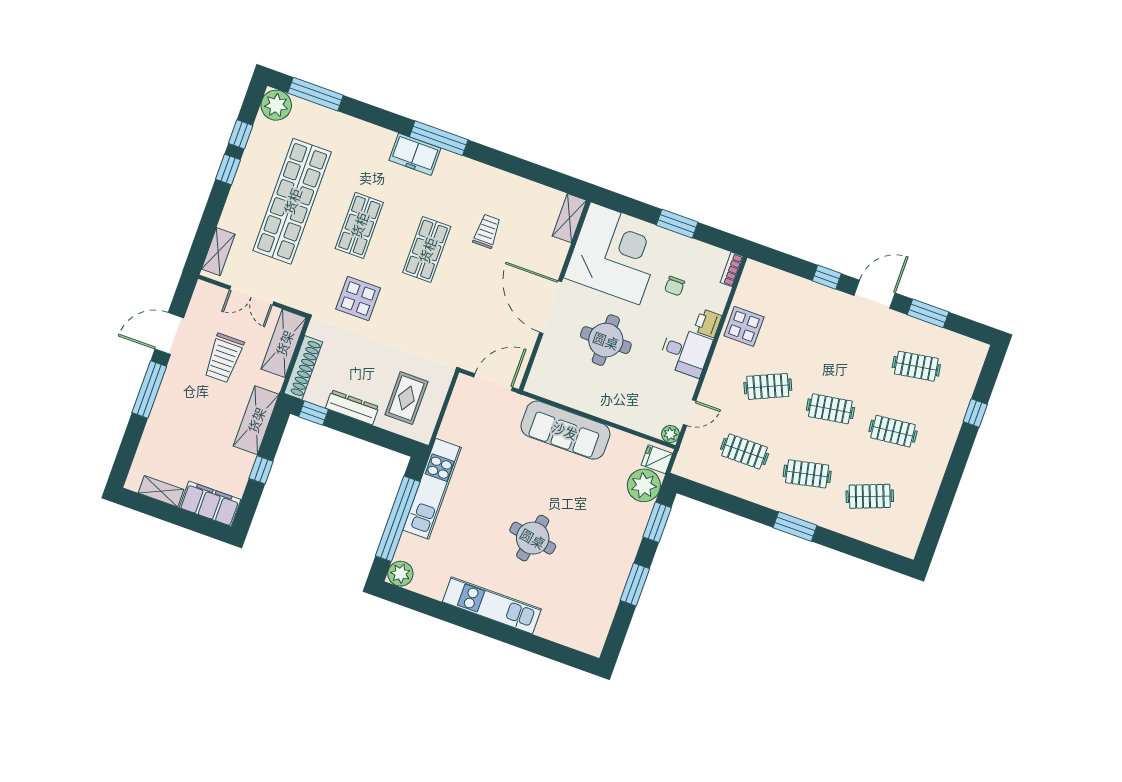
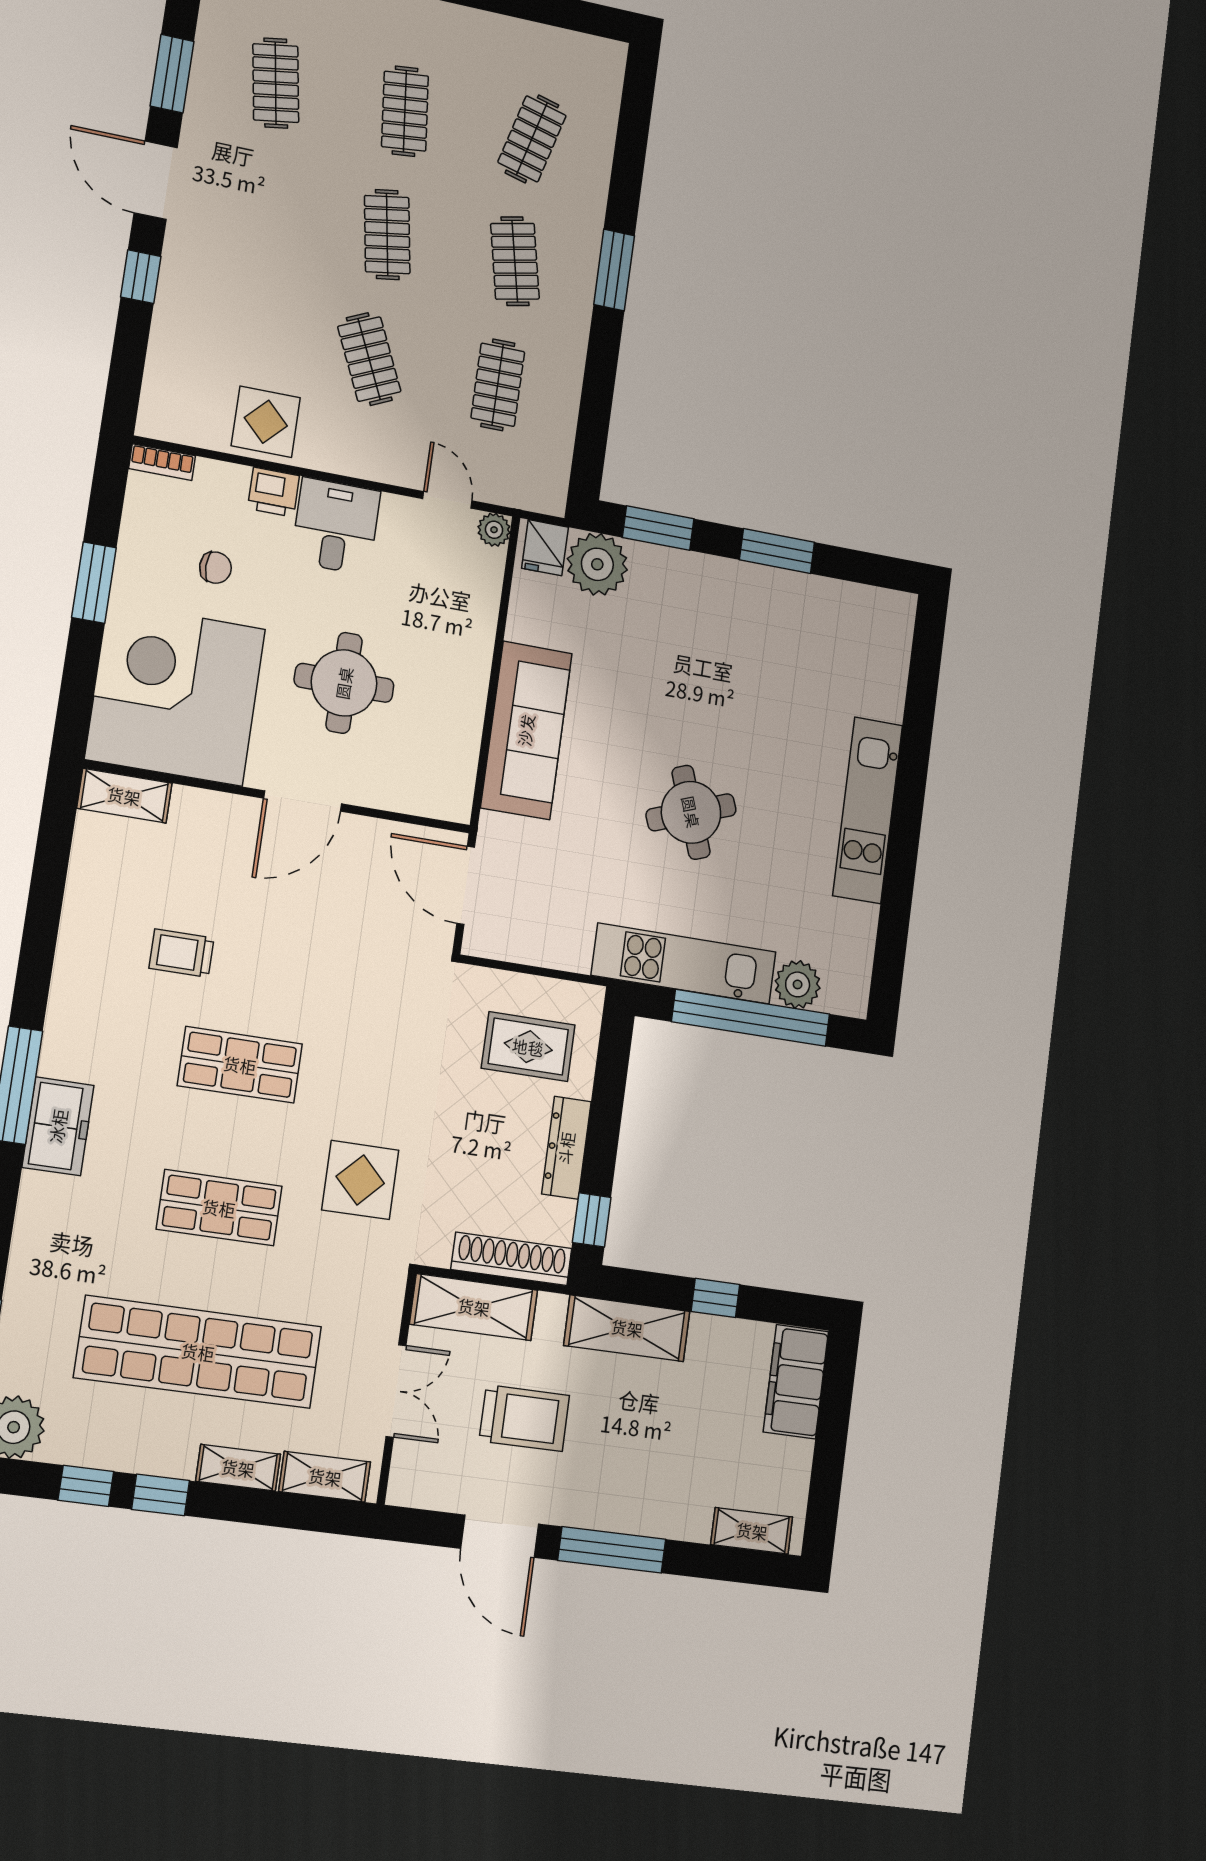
shelving: (232, 210) -> (238, 1468), added
door: (551, 307) -> (303, 801), width x0.73
shelving: (161, 491) -> (752, 1531), moved, turned 90
clothes rail: (870, 496) -> (532, 139), turned 36
round table: (533, 538) -> (691, 812), moved, turned -30
plant: (400, 574) -> (798, 984), moved

